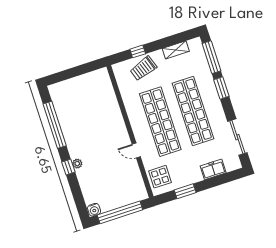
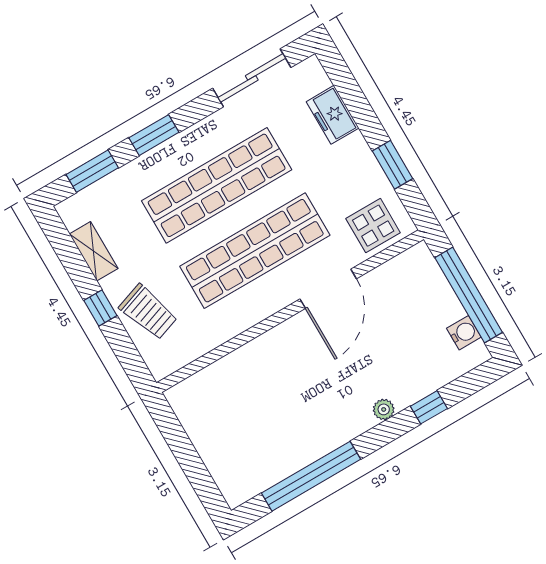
window: (138, 51) -> (100, 308), moved
window: (211, 57) -> (92, 171), width x0.69
door: (136, 151) -> (328, 289), width x1.88
window: (68, 167) -> (429, 407), moved
water cooler: (94, 210) -> (464, 333), moved

